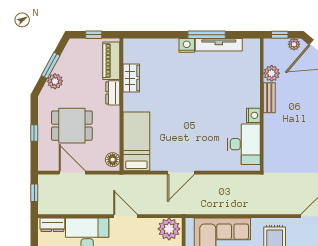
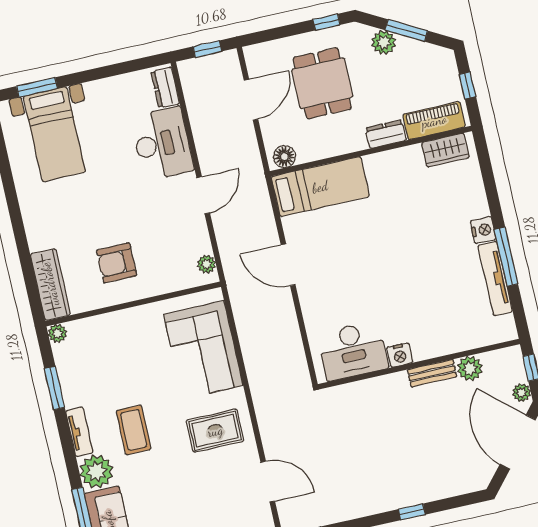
wardrobe: (131, 78) -> (445, 150), moved
window: (34, 133) -> (327, 22), moved
plant: (169, 229) -> (207, 264), width x0.53, depth x0.53

